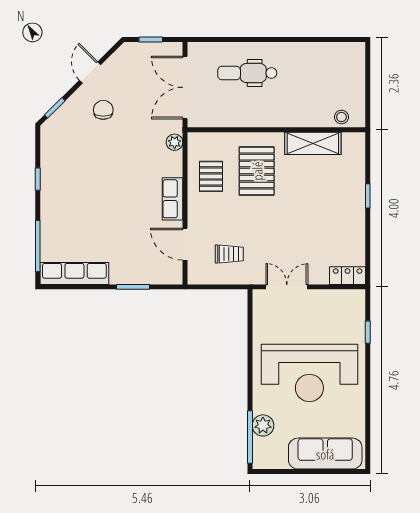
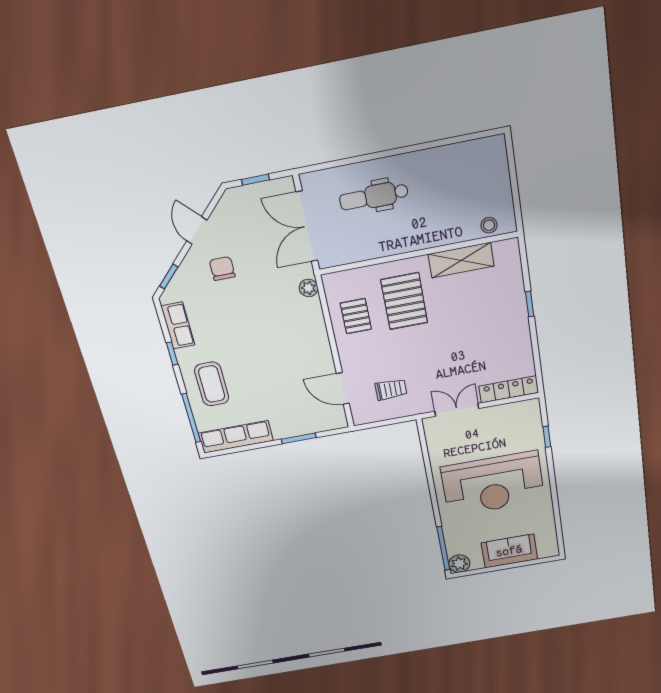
row of seats: (173, 199) -> (178, 326), moved, turned 180
coffee table: (66, 216) -> (212, 384), added
locker: (348, 276) -> (509, 389), width x1.53
plant: (263, 425) -> (459, 564), moved
sofa: (325, 454) -> (509, 551), width x0.73

